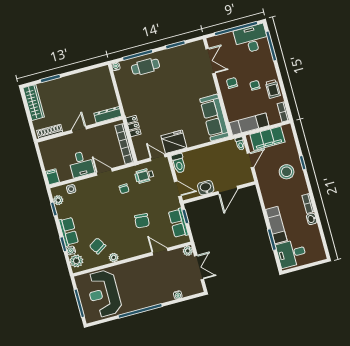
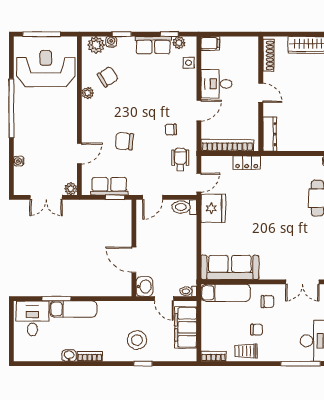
exam couch: (249, 124) -> (226, 293), moved, turned 90
washbasin: (206, 188) -> (144, 286), moved
row of seats: (69, 231) -> (153, 45), moved

